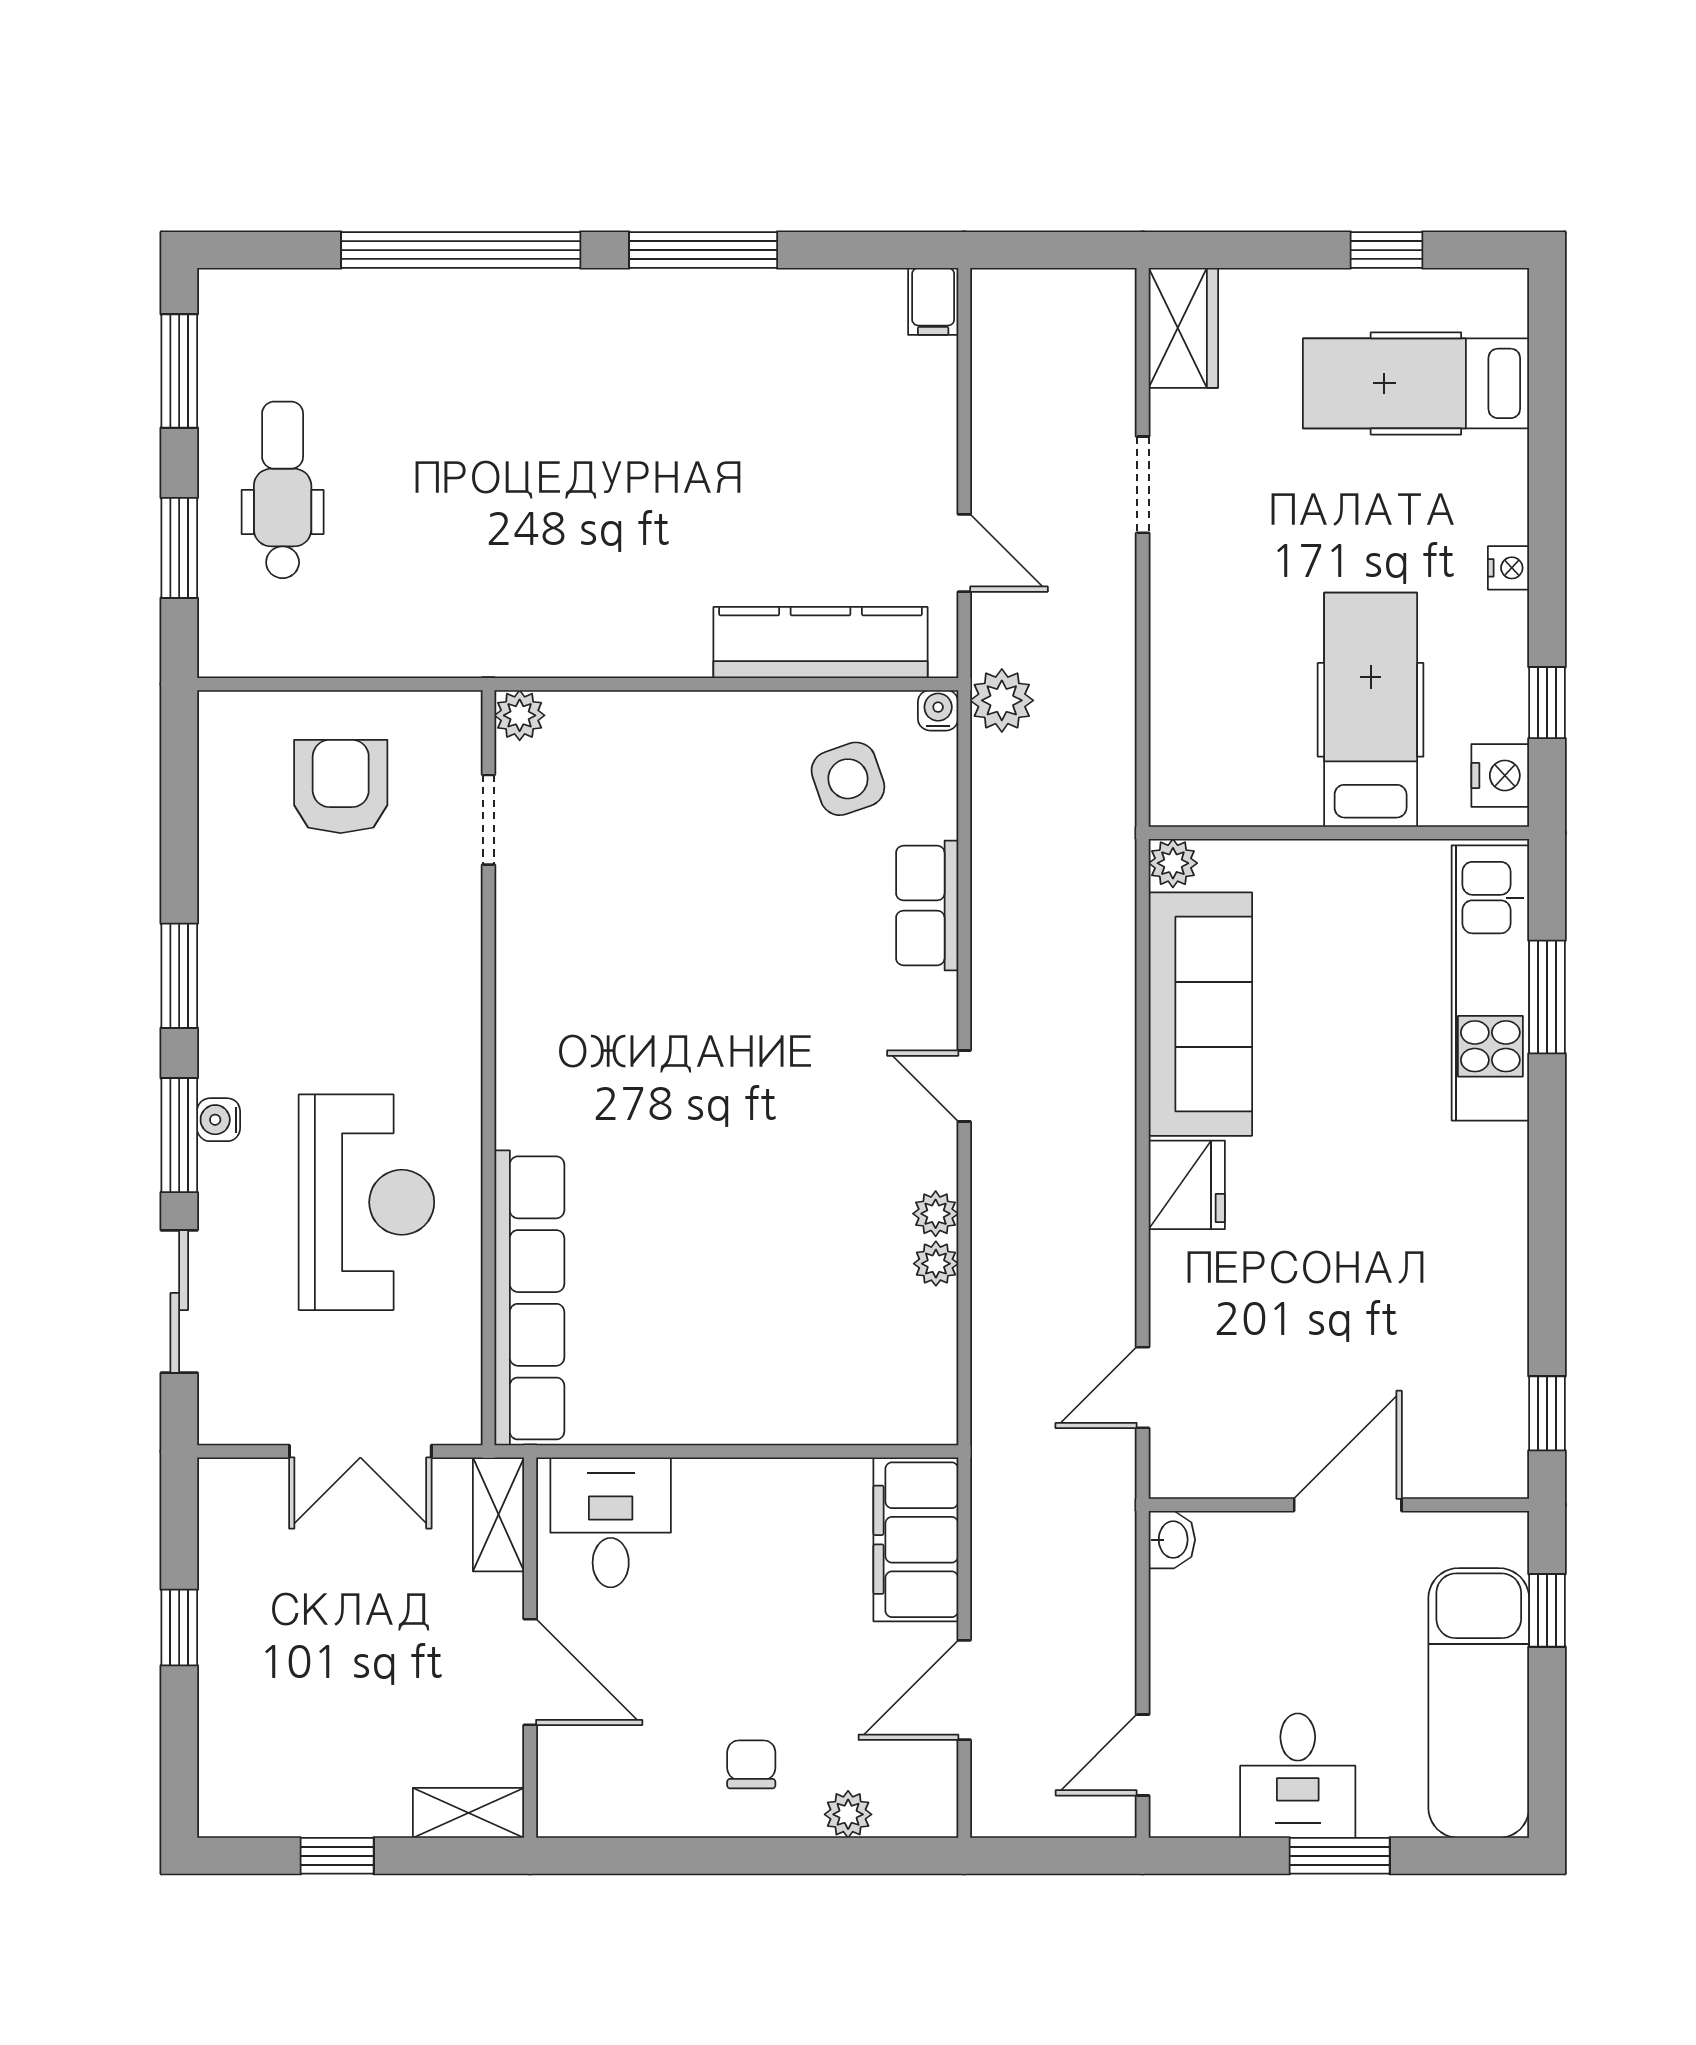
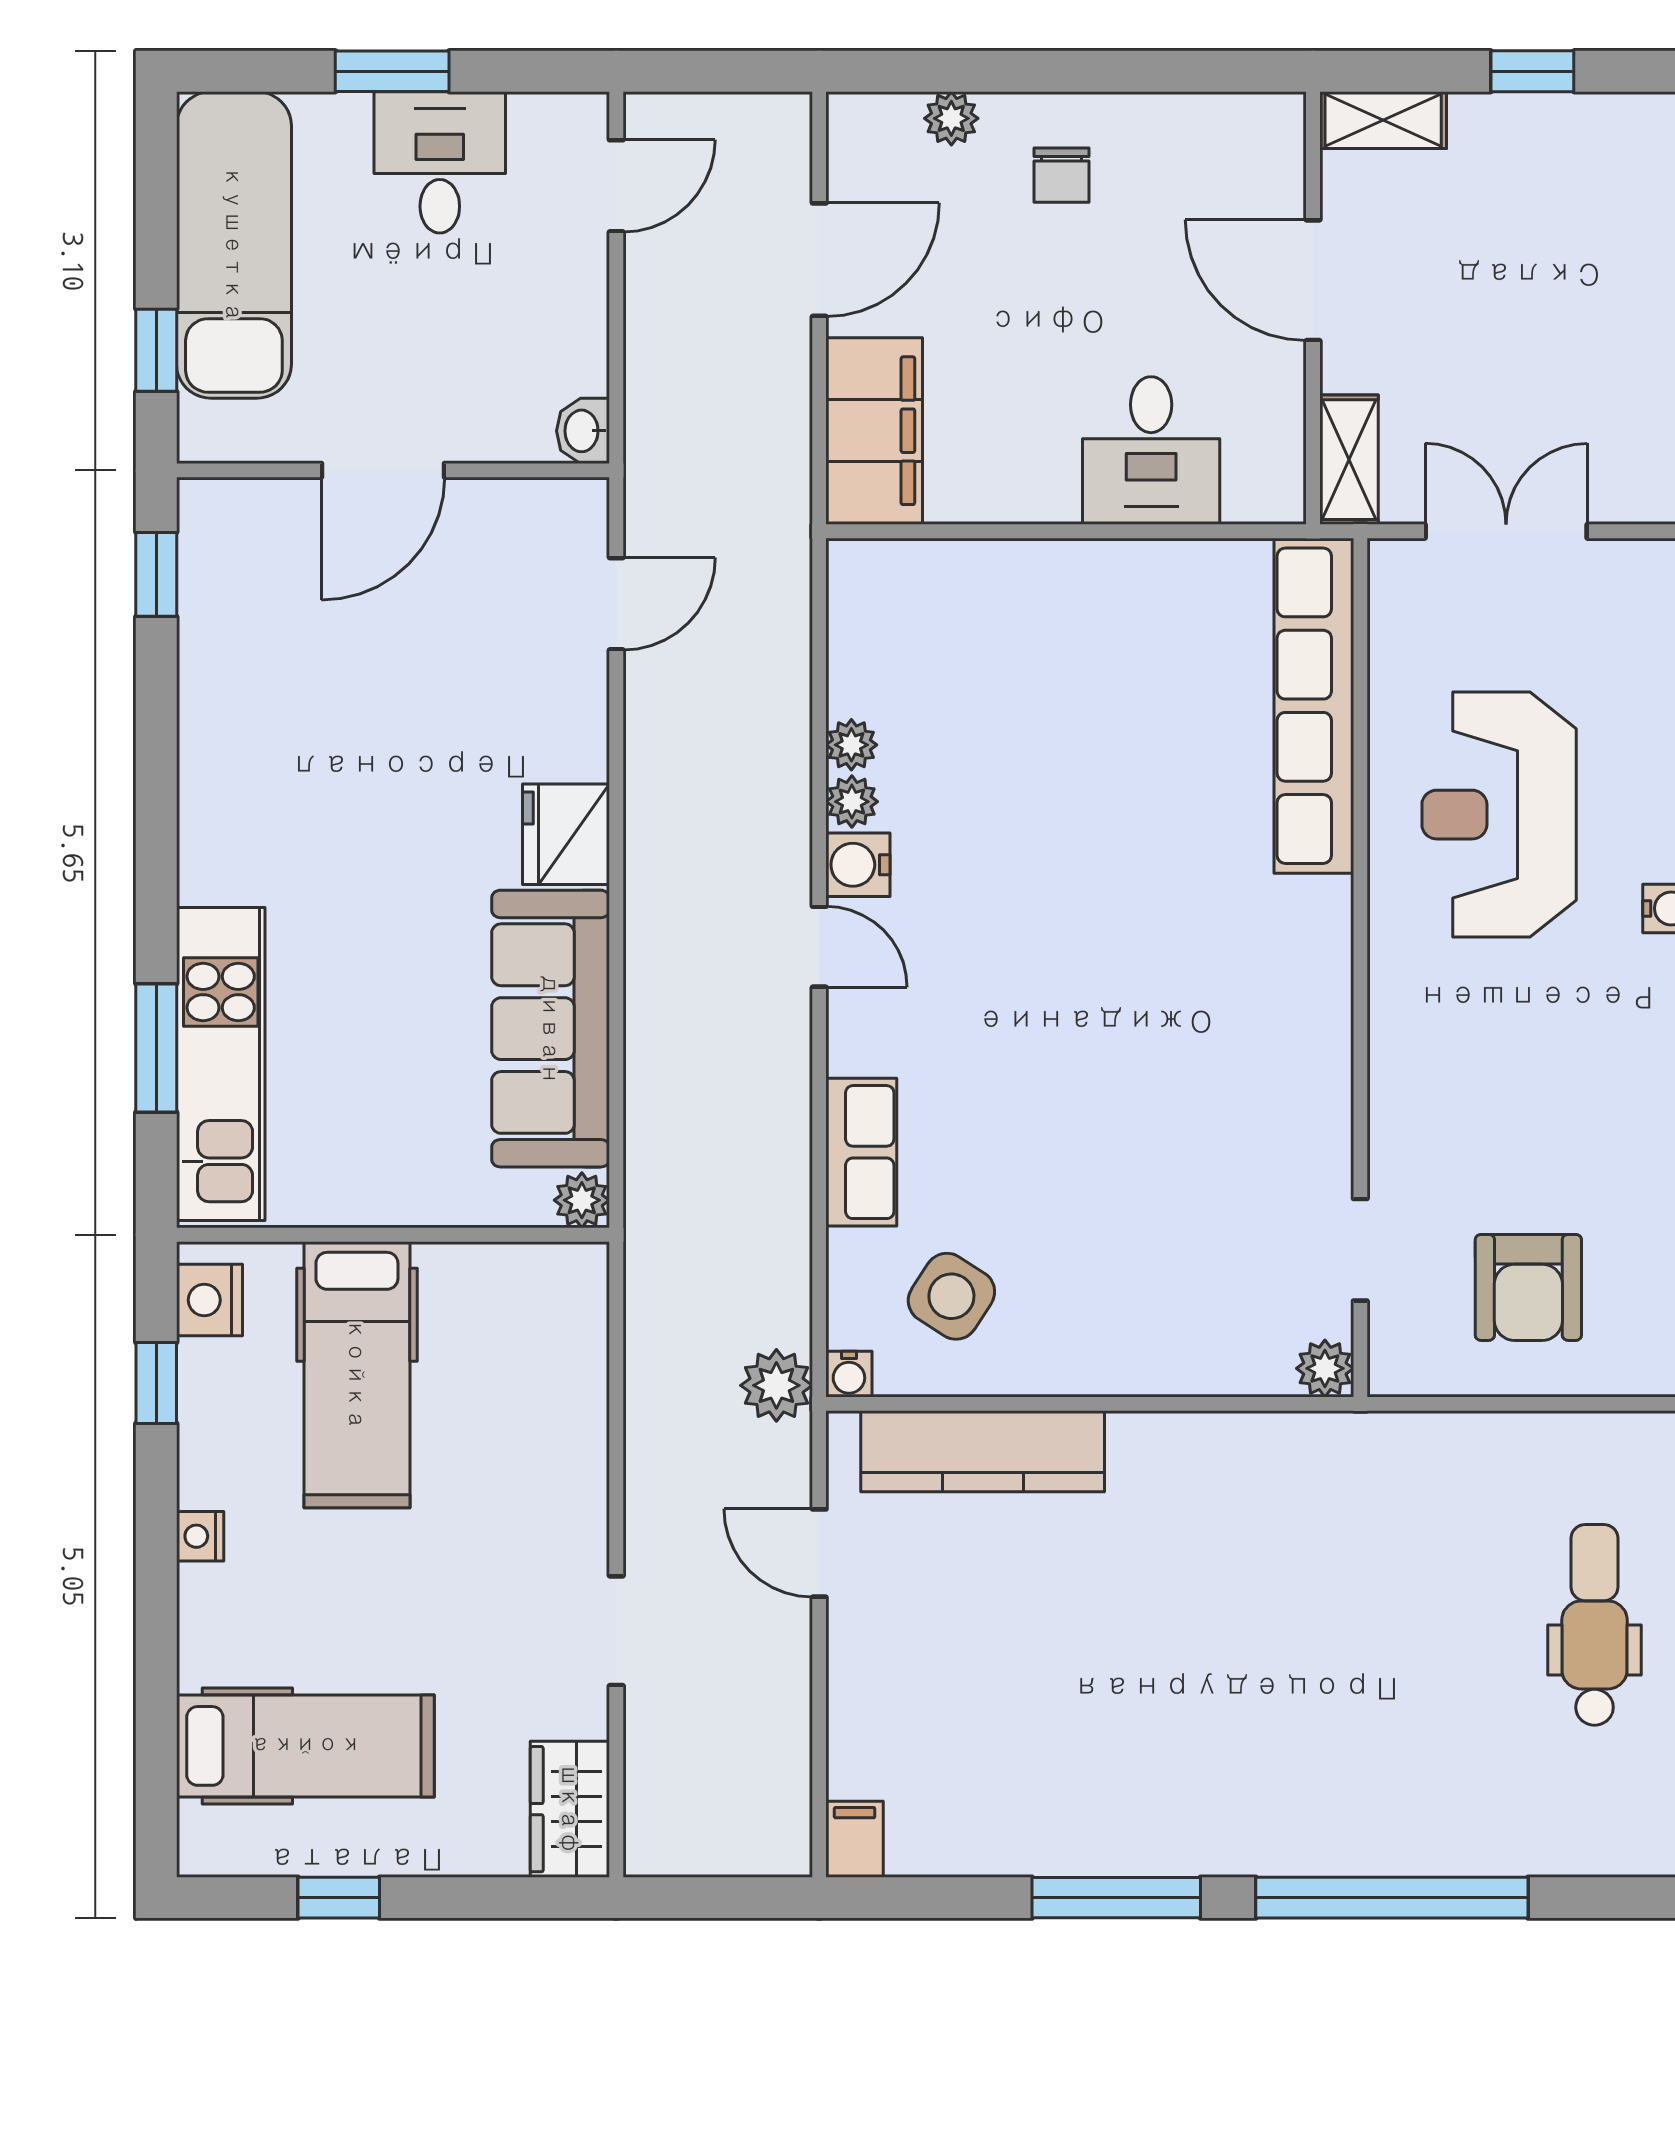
dental chair: (283, 490) -> (1595, 1625), turned 180
side table: (848, 779) -> (951, 1296), turned -38
water cooler: (930, 1158) -> (858, 865), added
desk: (611, 1522) -> (1151, 451), moved

